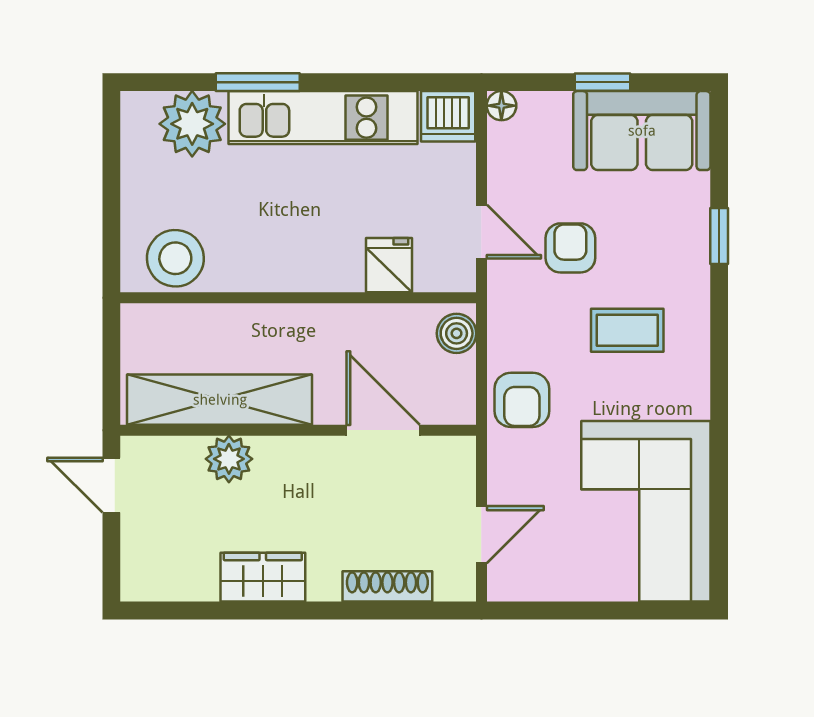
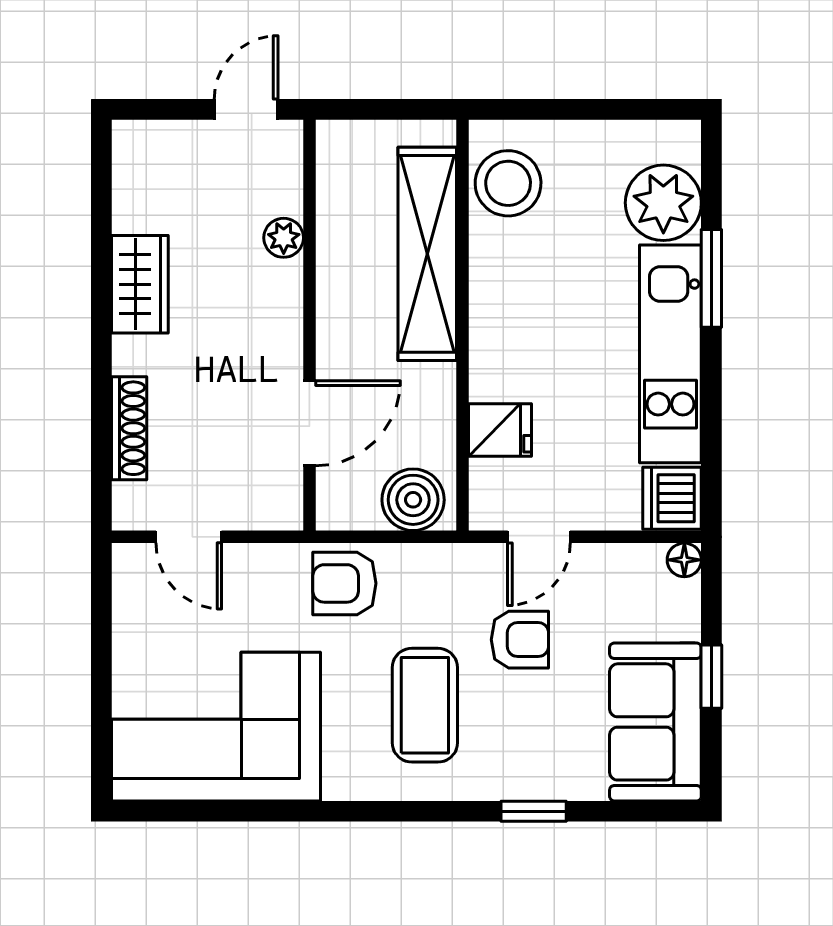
coffee table: (627, 330) -> (425, 705), width x1.36, depth x1.30
boiler: (457, 333) -> (413, 500), width x1.36, depth x1.36
shelving: (220, 400) -> (427, 254), moved
plant: (229, 459) -> (284, 238), width x0.73, depth x0.73

